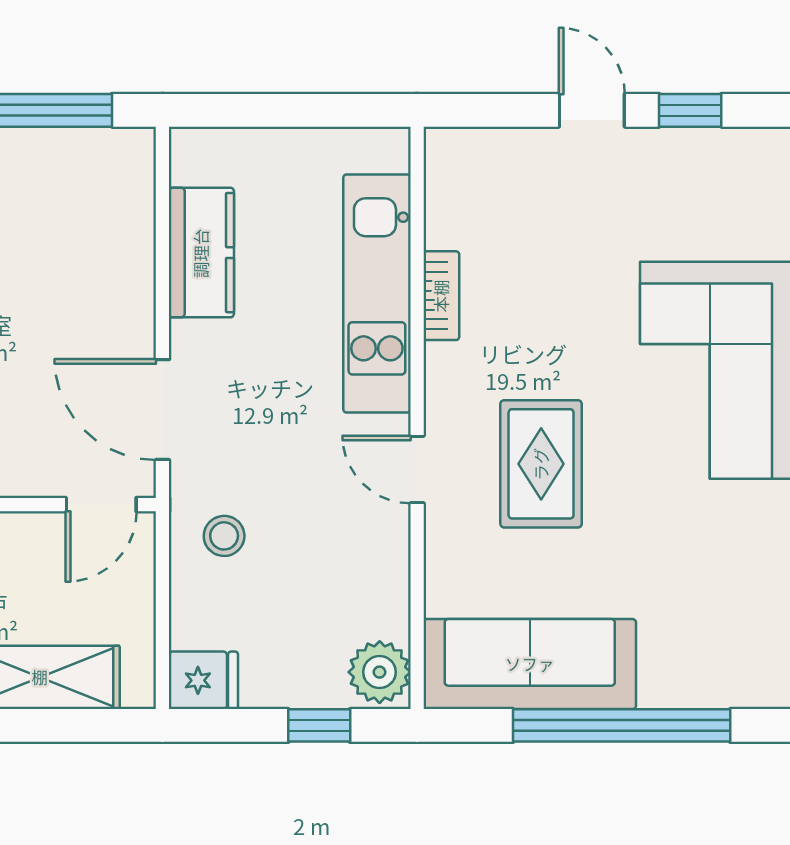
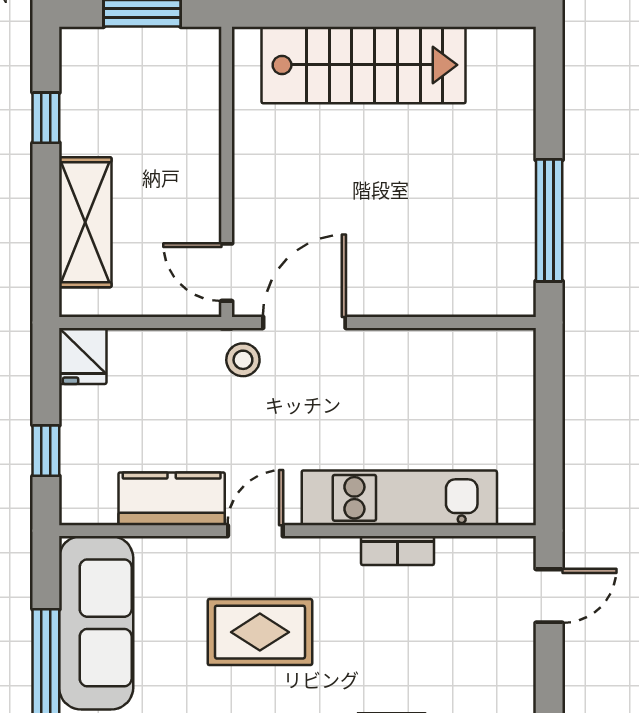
door: (592, 110) -> (549, 596), moved
kitchen counter: (201, 253) -> (172, 499), moved, turned 180
stool: (224, 536) -> (243, 360), moved
plant: (380, 672) -> (90, 500), removed

